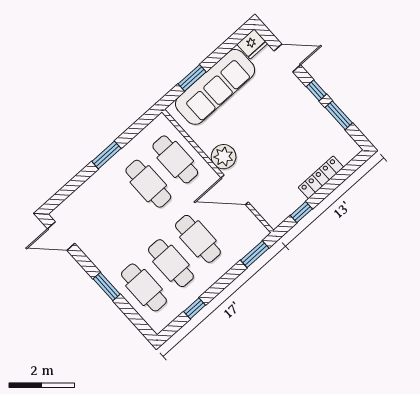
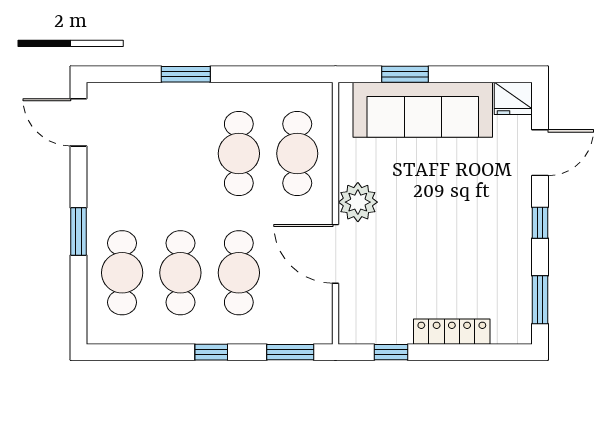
door: (287, 58) -> (540, 153), hinge flipped
window: (339, 115) -> (540, 300), moved
window: (106, 155) -> (186, 74), moved
window: (195, 308) -> (211, 352), moved

